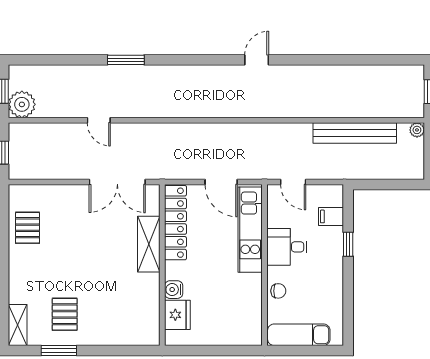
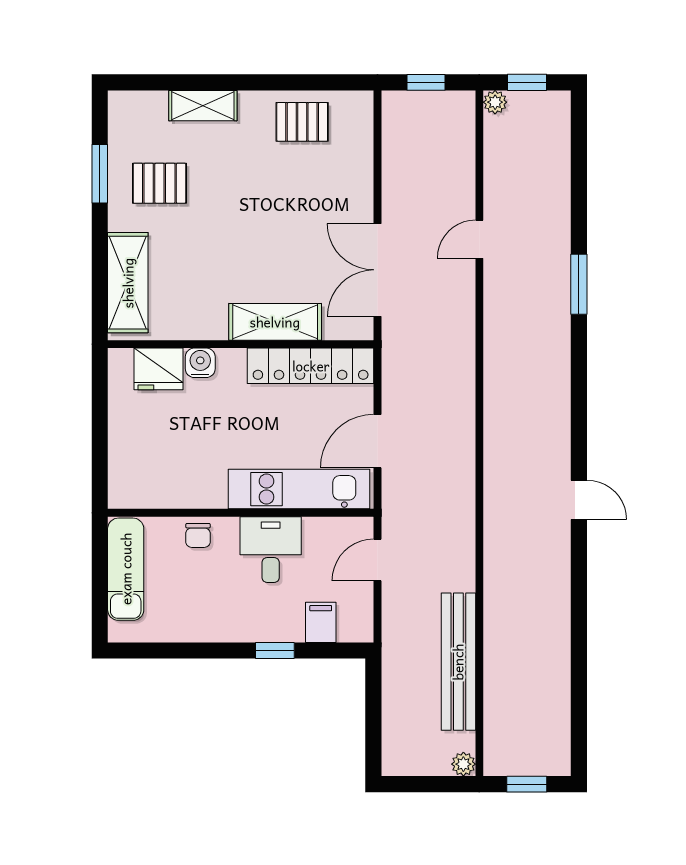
plant: (22, 104) -> (495, 102), width x0.53, depth x0.53
shelving: (18, 325) -> (203, 106), moved
shelving: (125, 333) -> (128, 283), added

